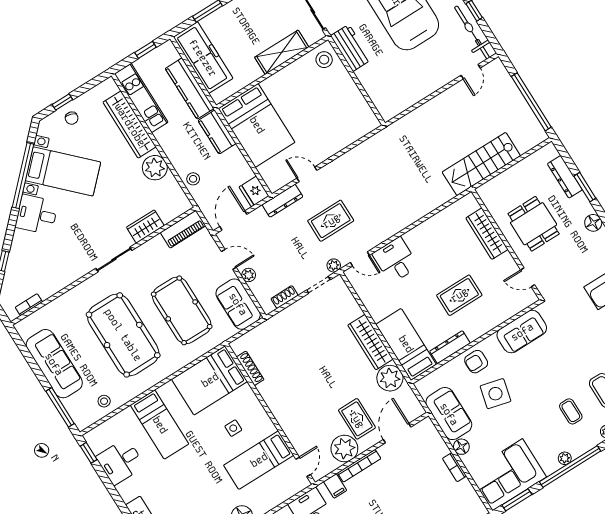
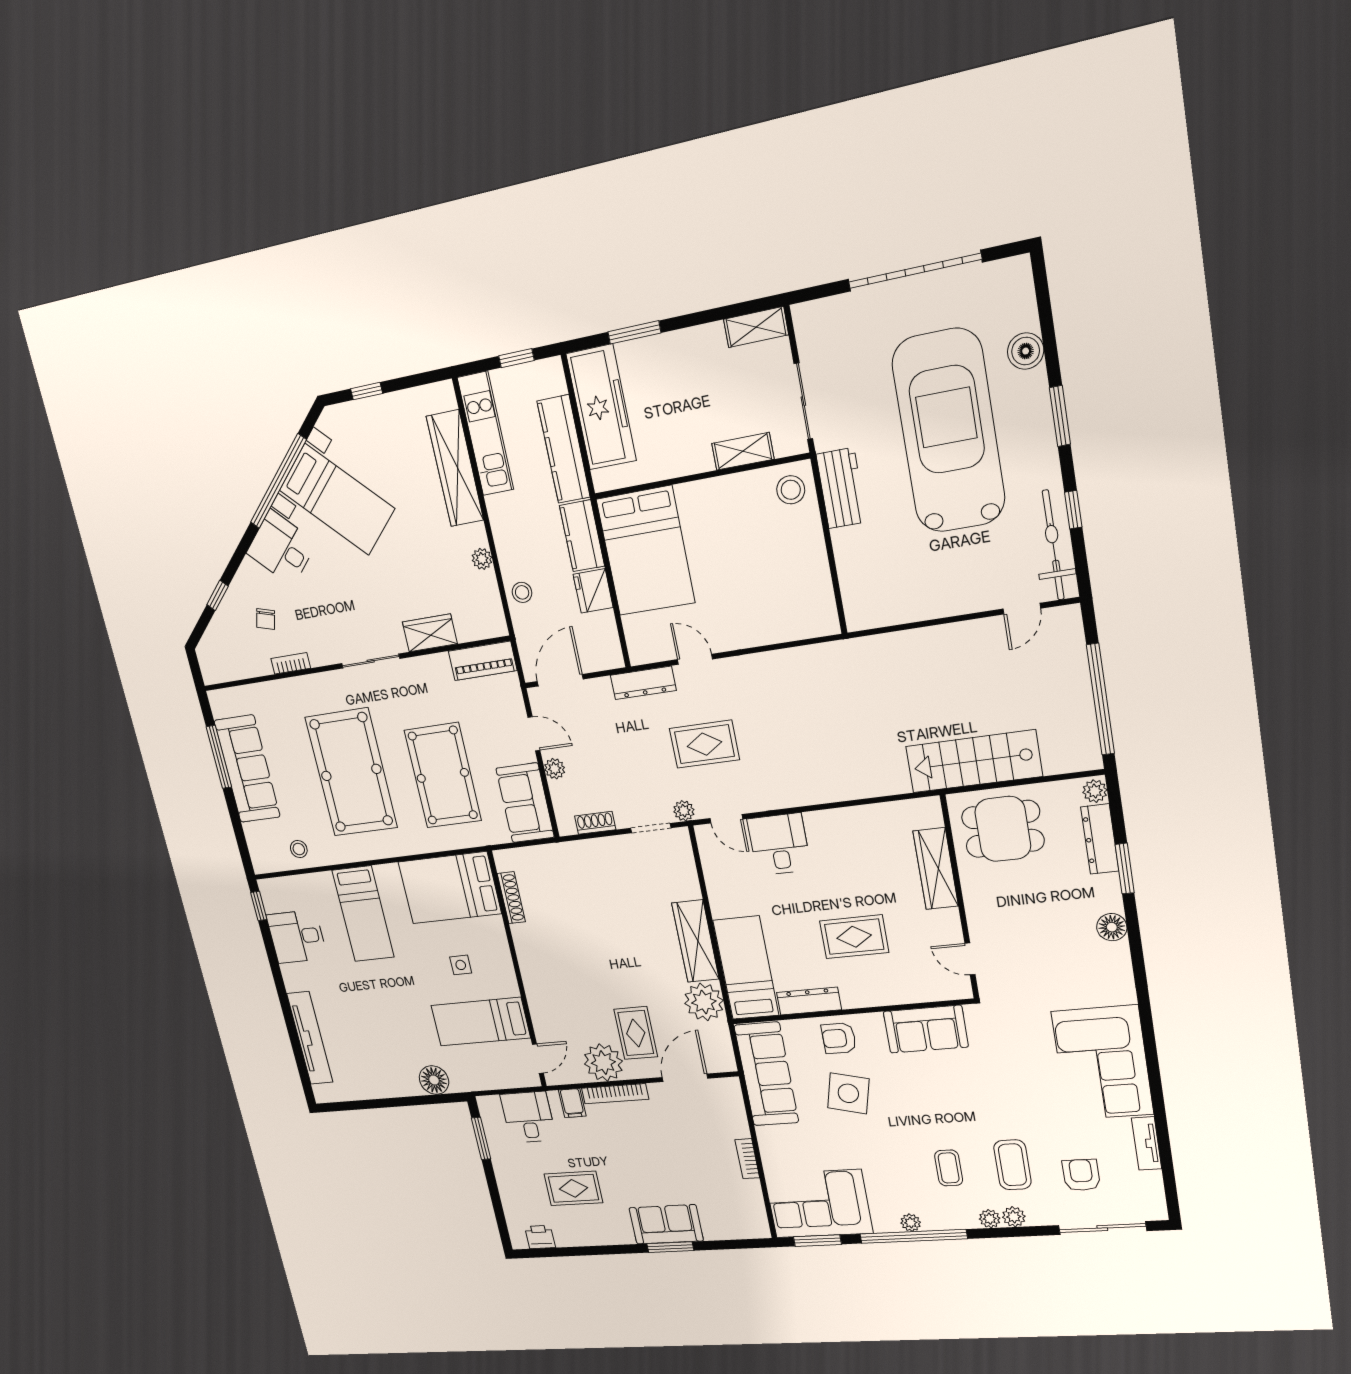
shelving: (282, 52) -> (743, 451), width x0.67, depth x0.75
chair: (72, 118) -> (266, 619), moved
plant: (551, 152) -> (1095, 791), added
plant: (155, 168) -> (482, 559), width x0.53, depth x0.53
fridge: (254, 191) -> (593, 591), moved
dining table: (534, 224) -> (1003, 829), moved, turned 90
bookcase: (29, 305) -> (291, 663), moved
window: (60, 407) -> (219, 757), moved
sofa: (449, 414) -> (766, 1074), width x1.36
floor lamp: (461, 447) -> (768, 1138), removed

